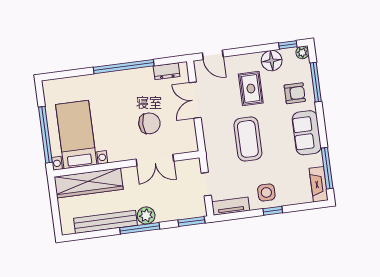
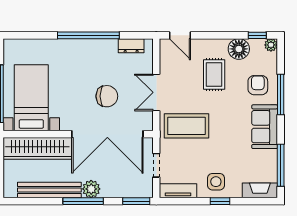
window: (316, 82) -> (281, 95), moved
armchair: (295, 93) -> (258, 85), turned -90
double door: (195, 100) -> (156, 92), moved
coffee table: (248, 139) -> (187, 126), moved, turned 90
double door: (155, 160) -> (107, 134), width x1.87
fireplace: (319, 184) -> (260, 190), moved, turned 90

